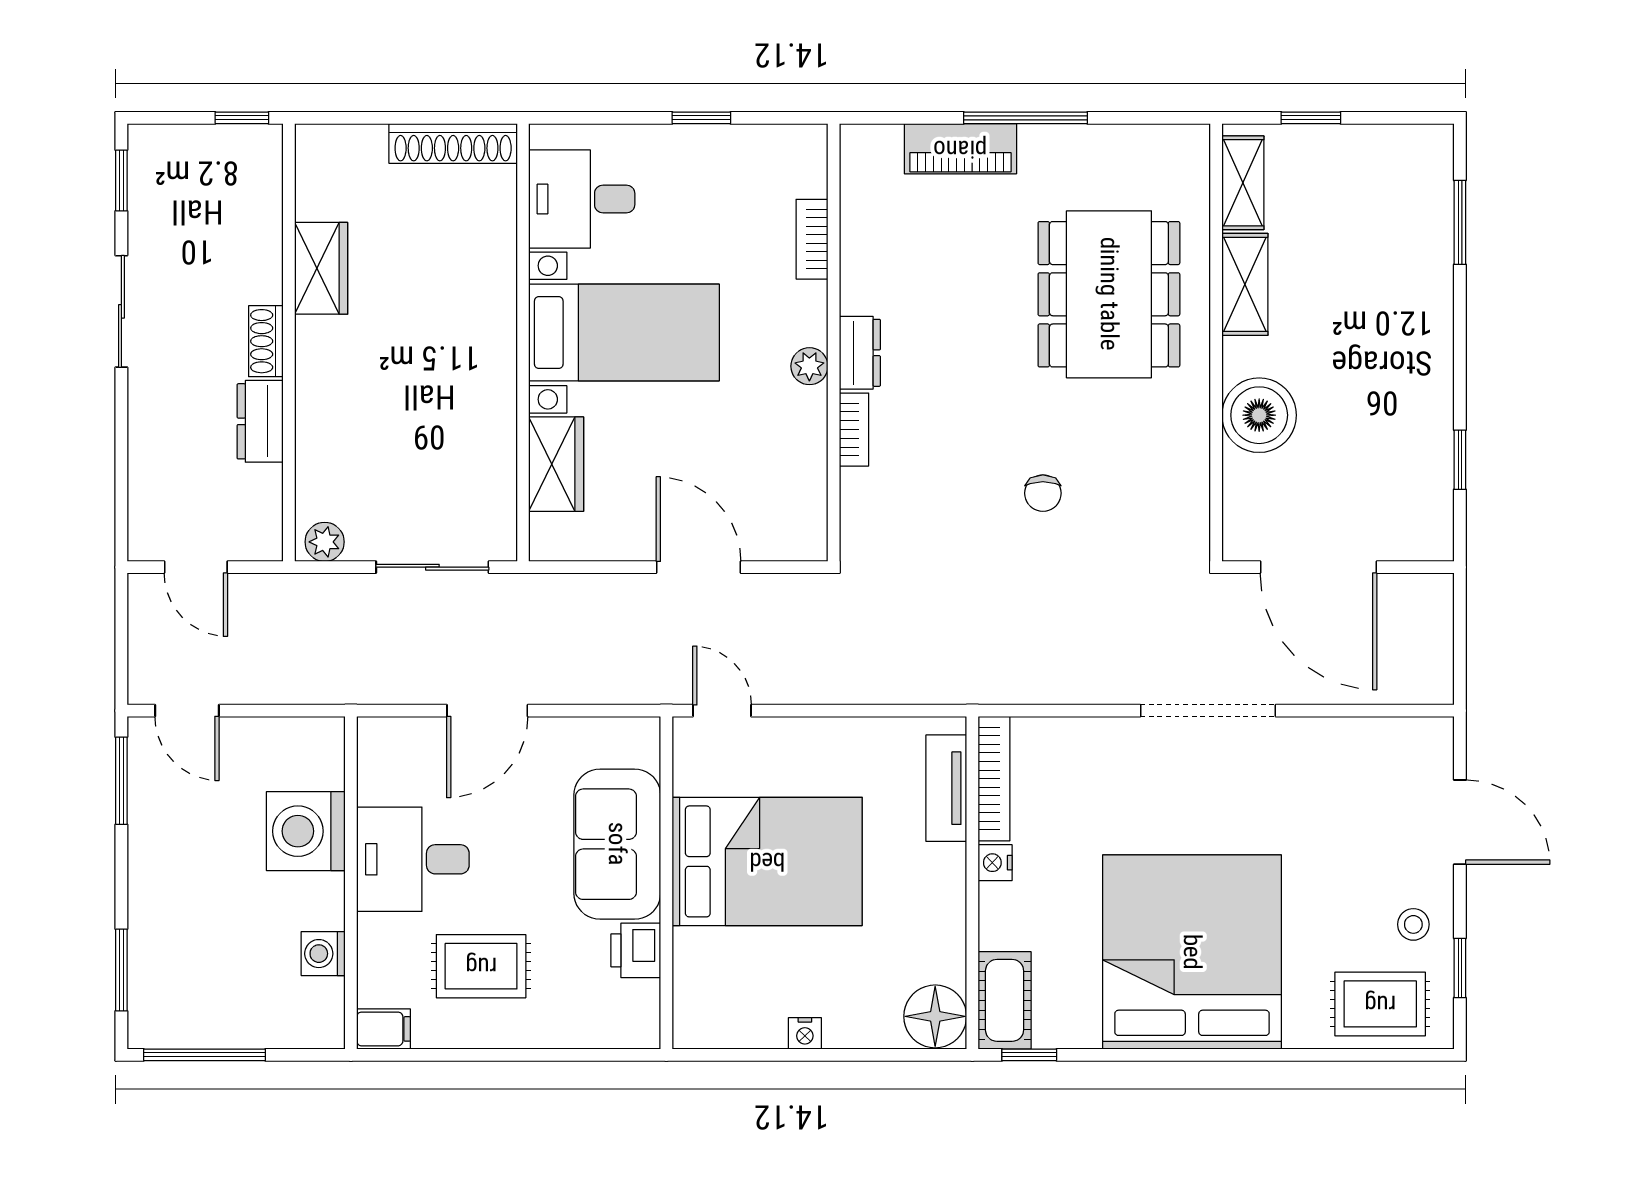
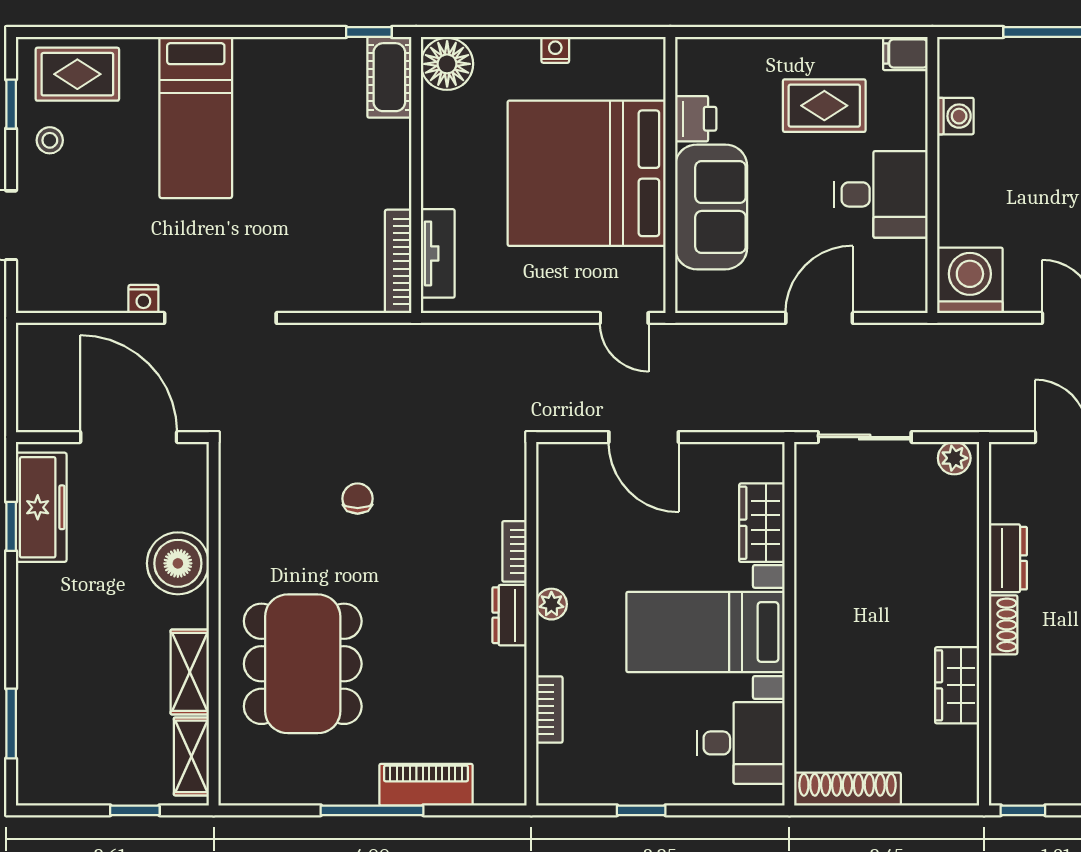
freezer: (1424, 483) -> (41, 507), added
washing machine: (306, 831) -> (970, 280), moved, turned -90
bed: (767, 861) -> (587, 173), width x1.36
nightstand: (995, 863) -> (143, 299), moved, turned 90
bed: (1192, 952) -> (196, 117), width x0.49

